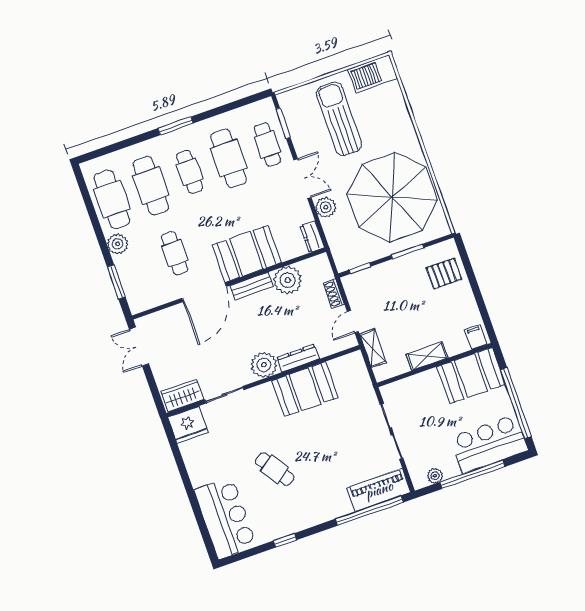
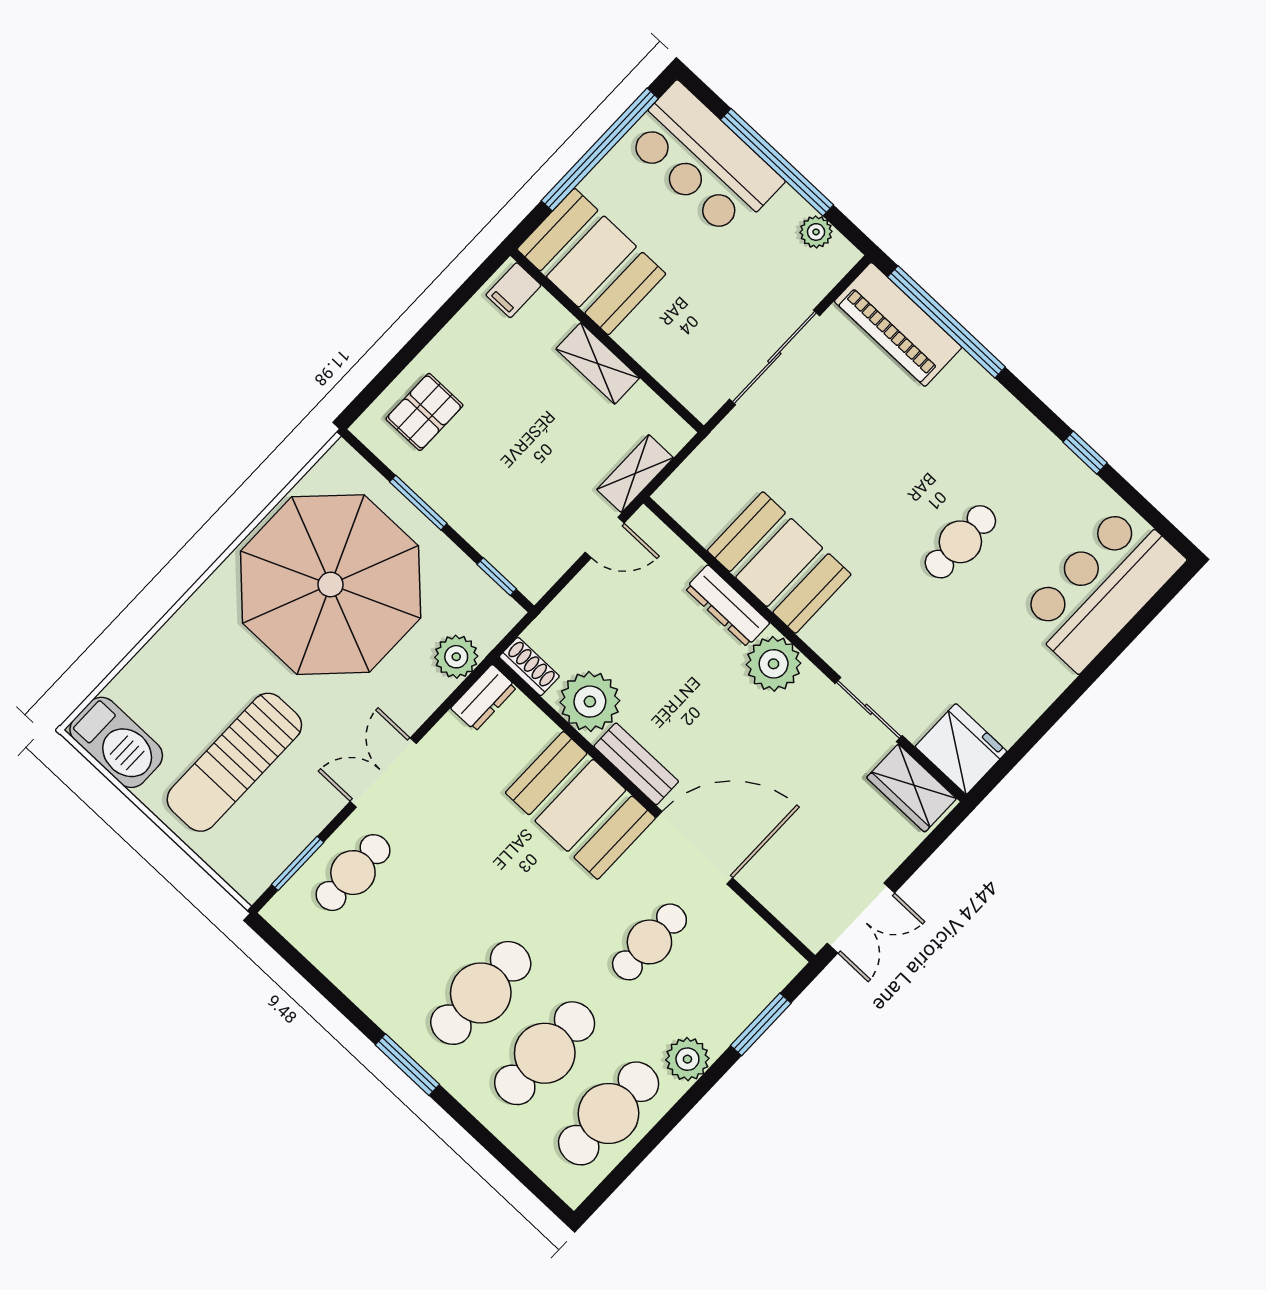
cafe table: (228, 158) -> (417, 933), removed
cafe table: (190, 172) -> (481, 993), width x1.37, depth x1.35
plant: (326, 207) -> (456, 657), moved
pallet: (444, 274) -> (424, 412), turned 90
shoe rack: (334, 294) -> (529, 666), moved, turned -90
cafe table: (275, 469) -> (960, 542), turned 34

